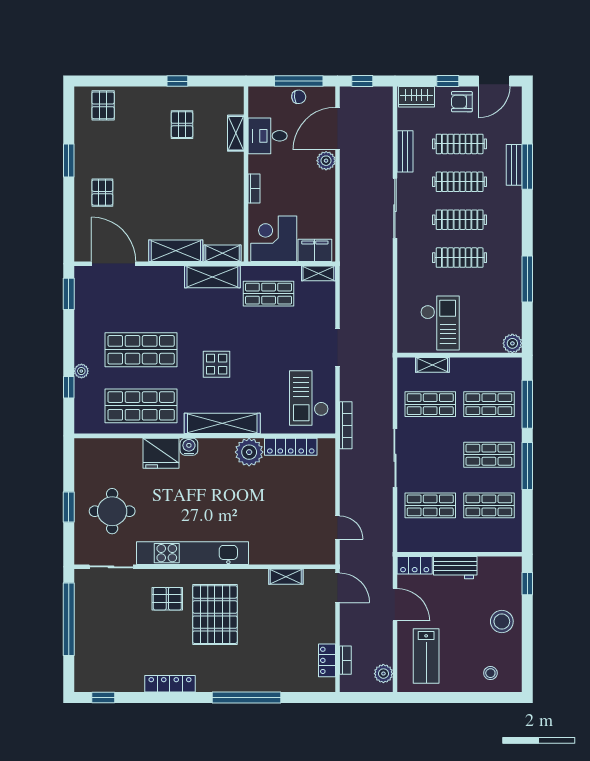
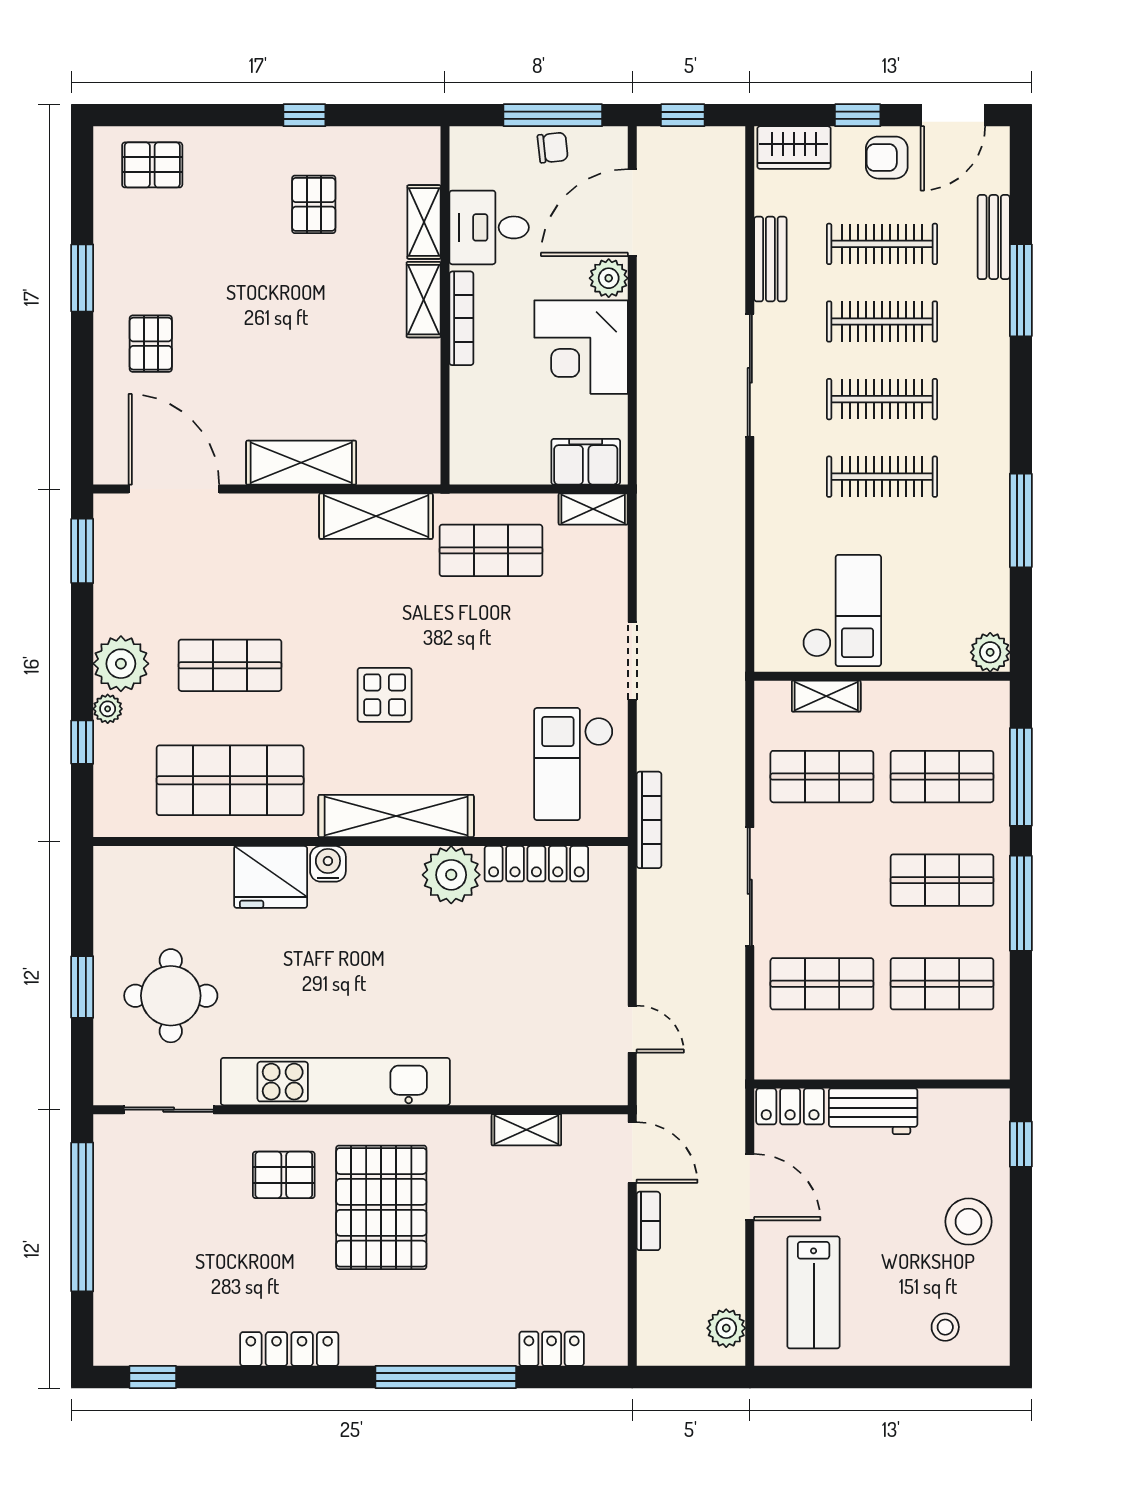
pallet: (103, 105) -> (152, 165), turned 90
bench: (514, 165) -> (994, 237), moved
bookcase: (254, 188) -> (461, 318), width x1.56
corner desk: (274, 239) -> (581, 347), moved, turned -90
shelving: (223, 253) -> (424, 300), moved, turned 90
plant: (88, 349) -> (121, 664), added
shop shelf: (141, 350) -> (230, 665), width x0.70, depth x0.74
locker: (327, 660) -> (552, 1349), moved, turned 90
bookcase: (345, 660) -> (648, 1221), moved

